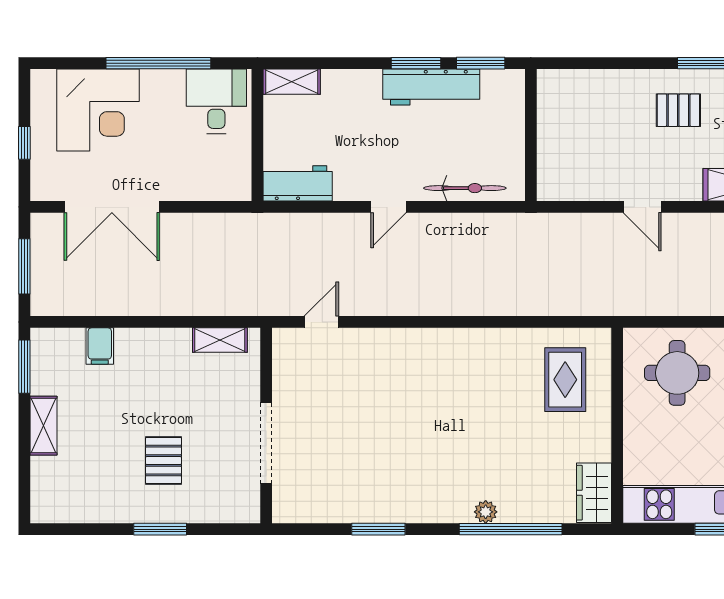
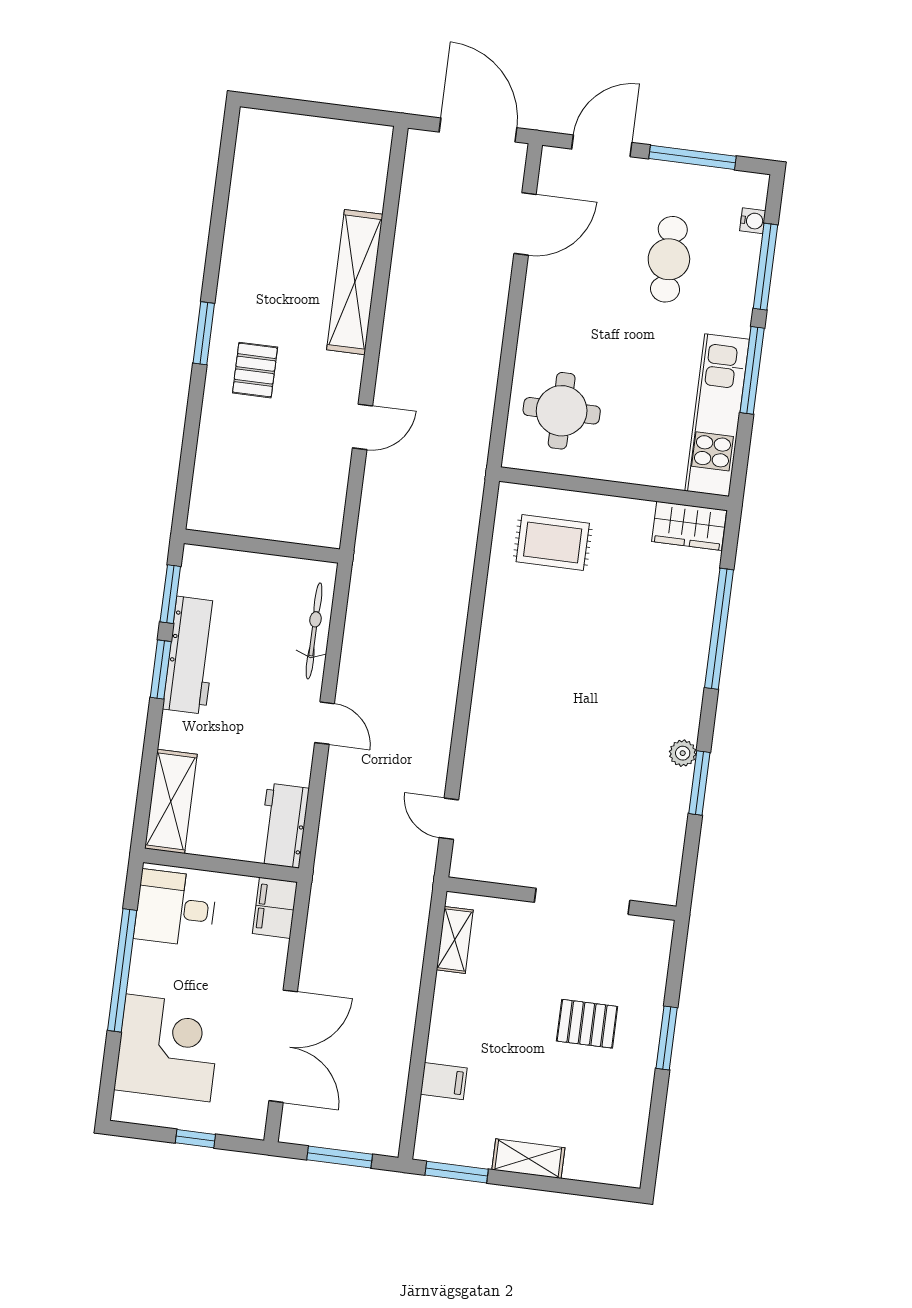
shelving: (292, 82) -> (171, 801), width x1.50, depth x1.33
filing cabinet: (227, 185) -> (275, 908), added
plant: (486, 512) -> (683, 753), moved

